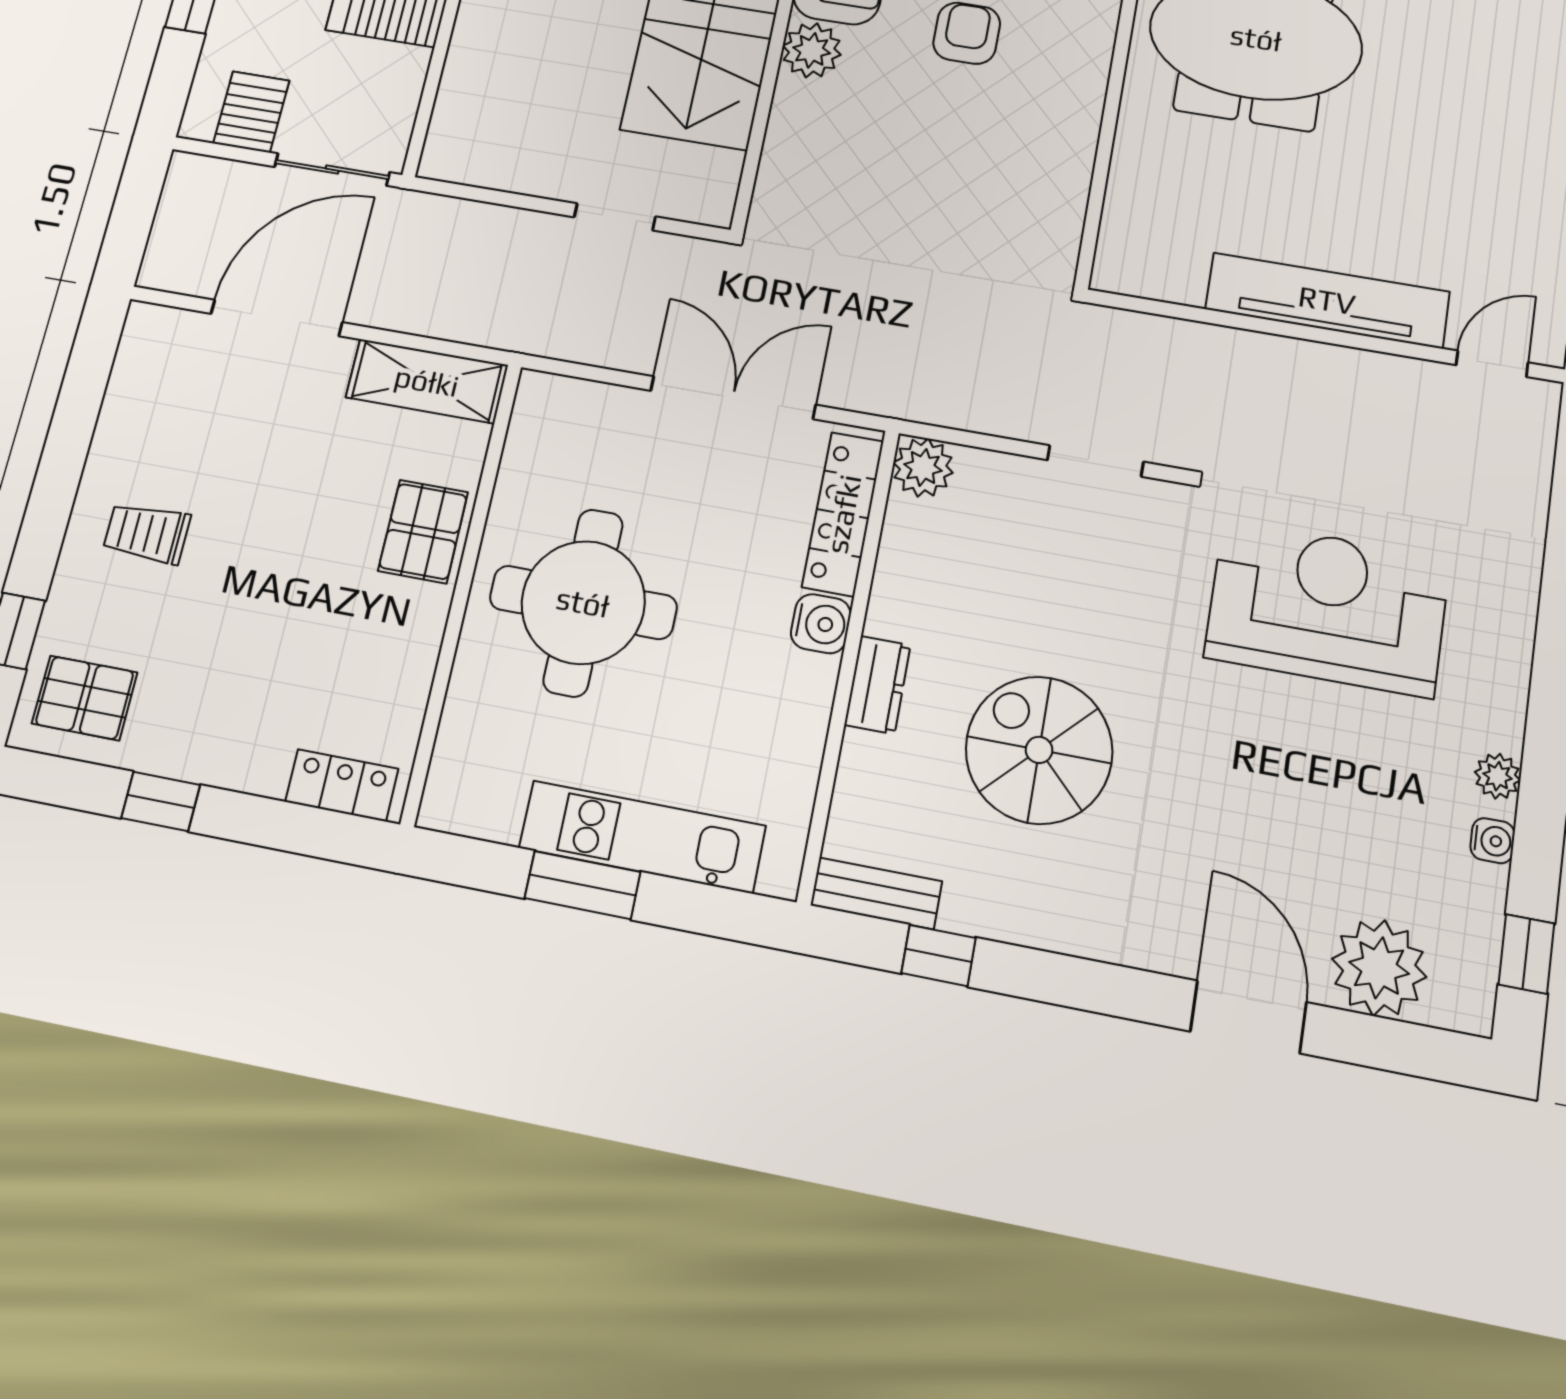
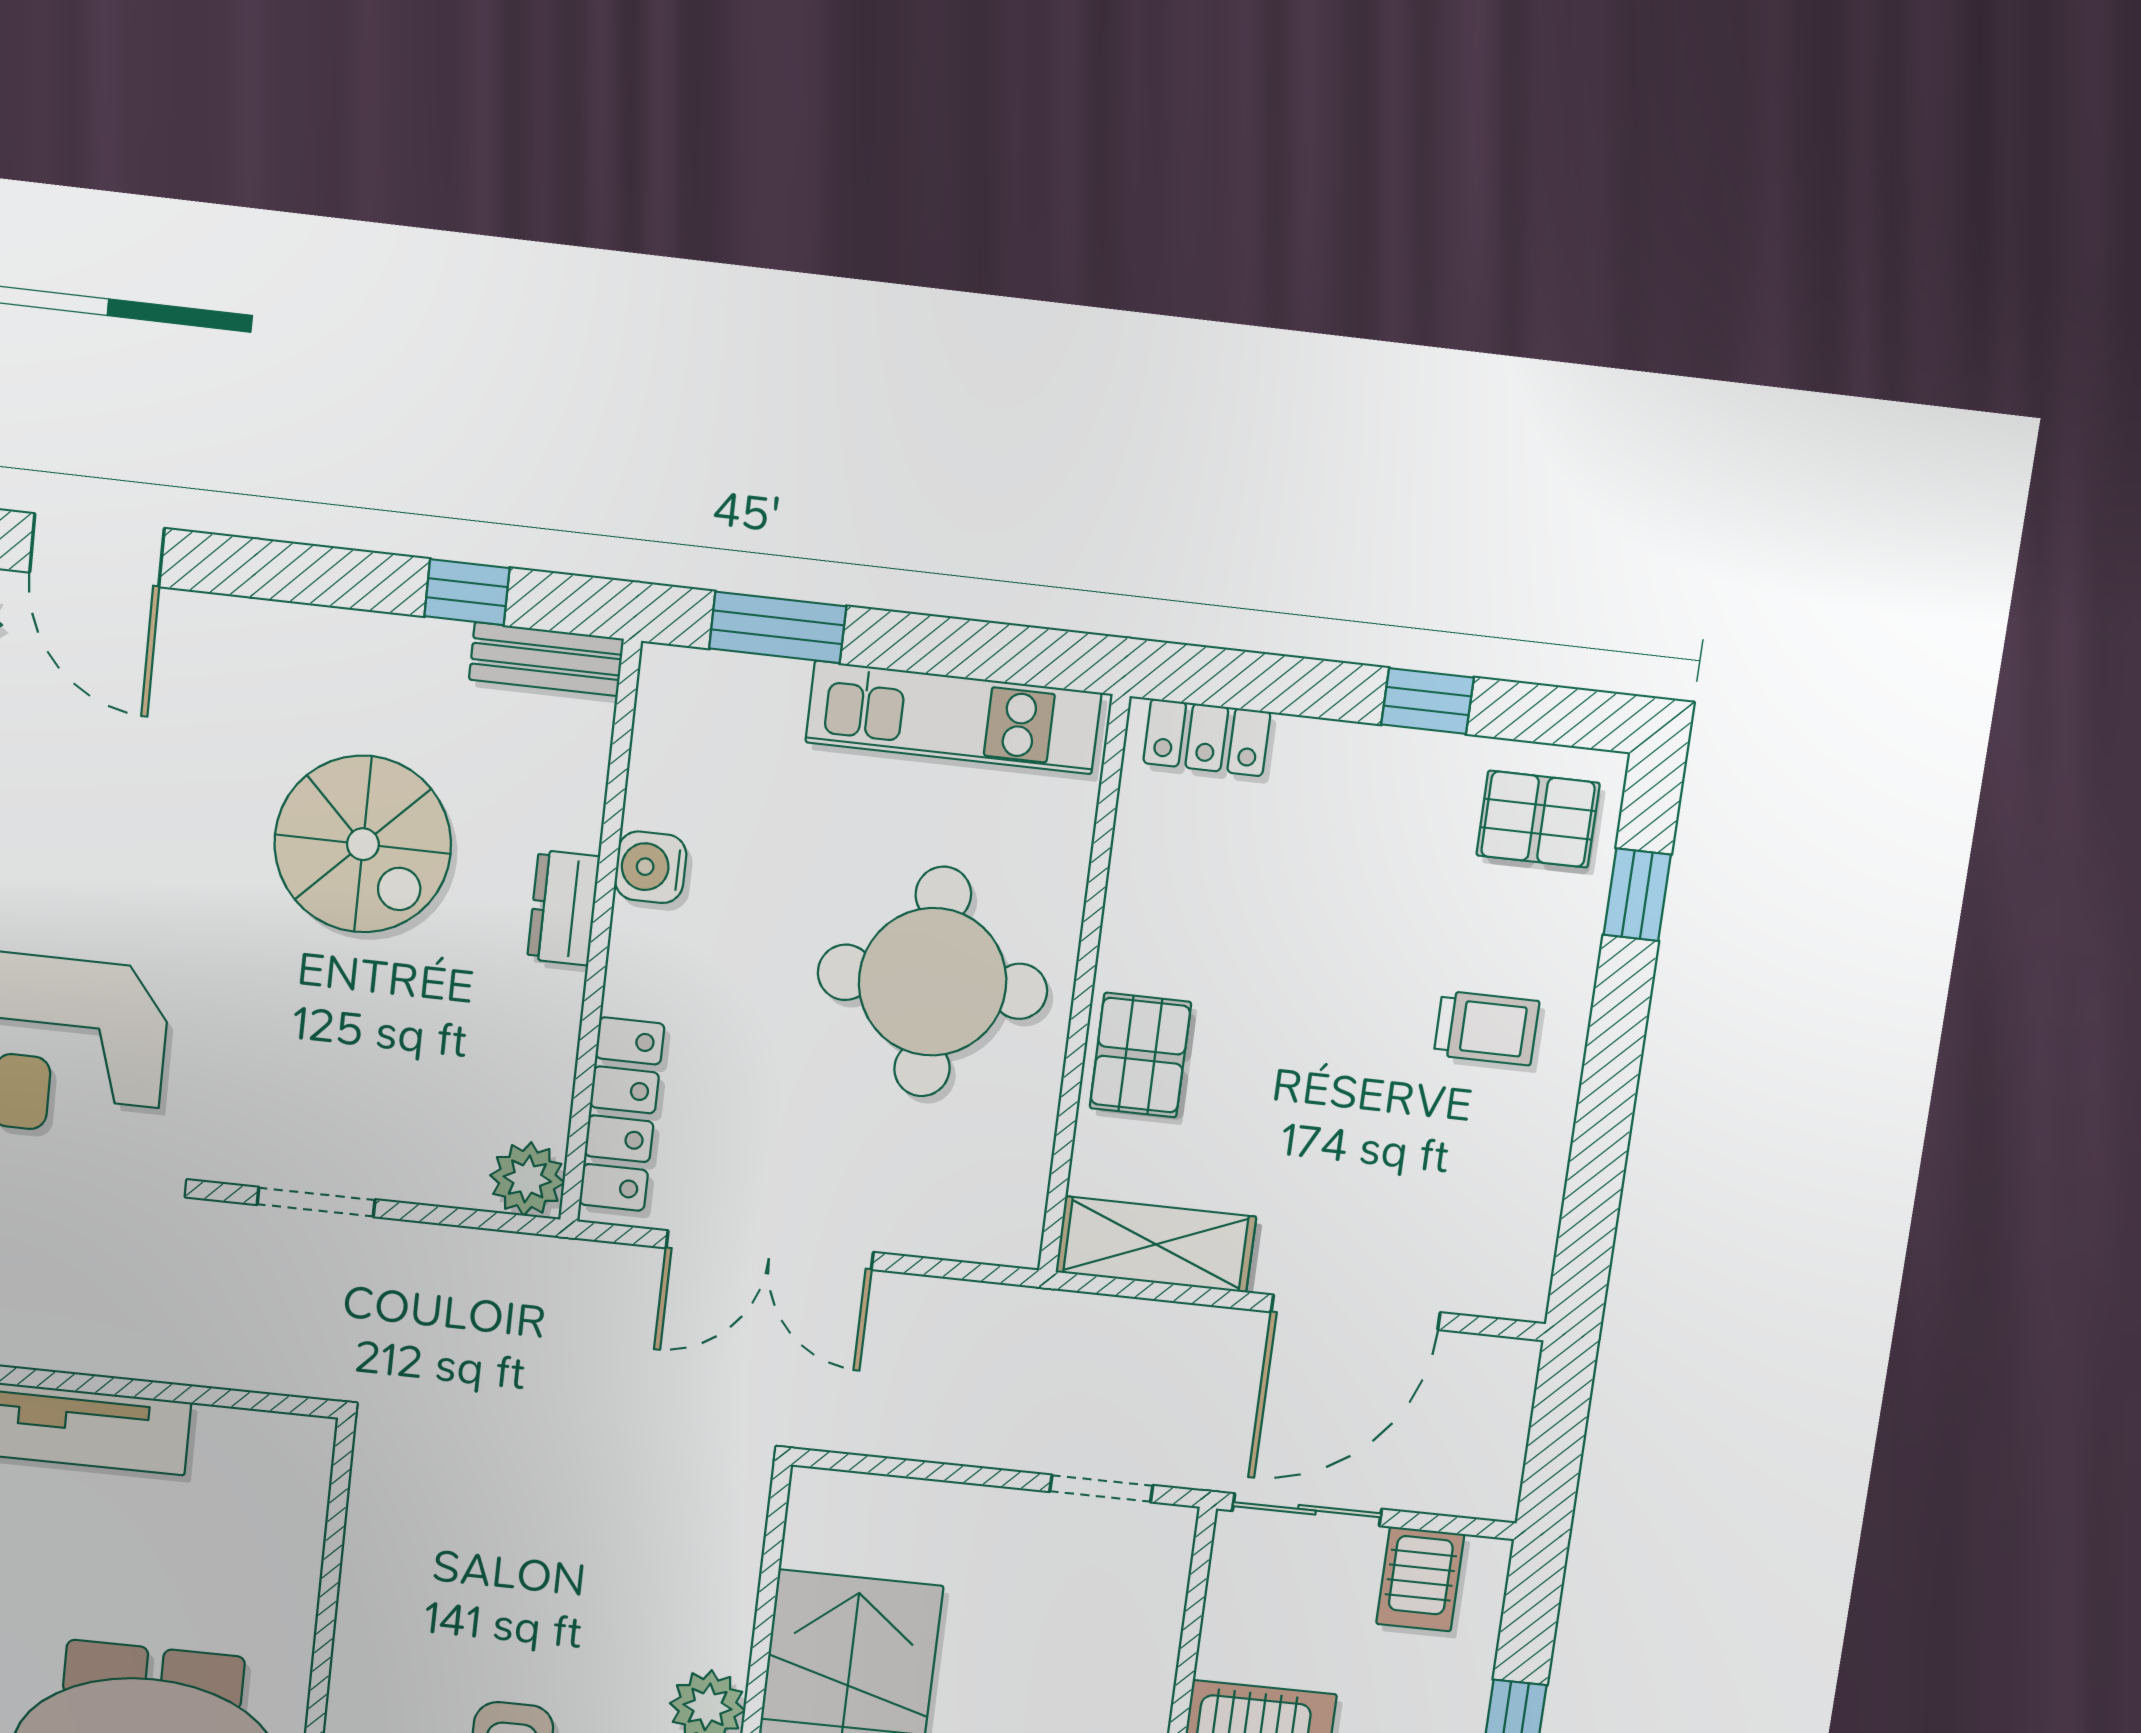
doorway: (615, 217) -> (1101, 1489), moved
water cooler: (821, 624) -> (651, 867), moved
kitchen unit: (642, 837) -> (954, 717), moved
window: (583, 885) -> (778, 627), moved

